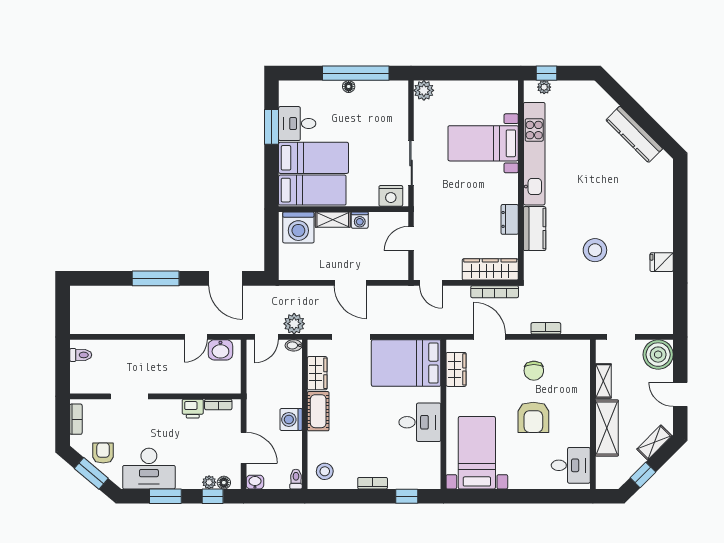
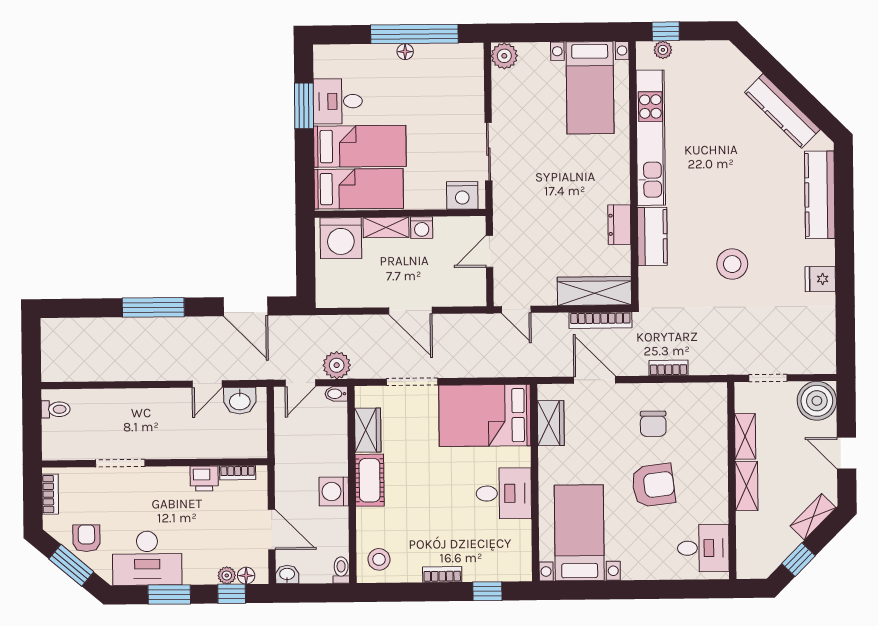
bed with nightstands: (483, 143) -> (590, 88), moved, turned -90
kitchen counter: (662, 198) -> (820, 195), added
armchair: (533, 417) -> (653, 485), turned -97
shelving: (607, 428) -> (746, 486), width x0.67, depth x0.75

